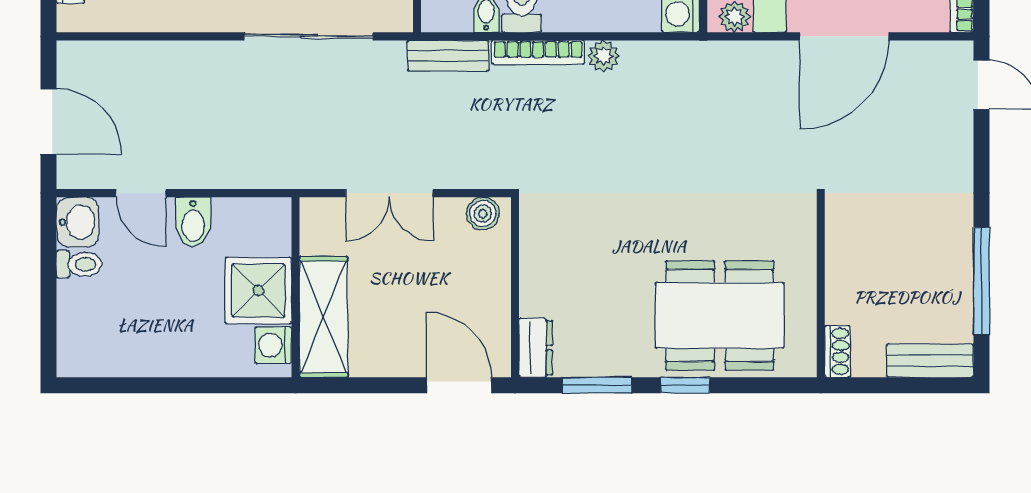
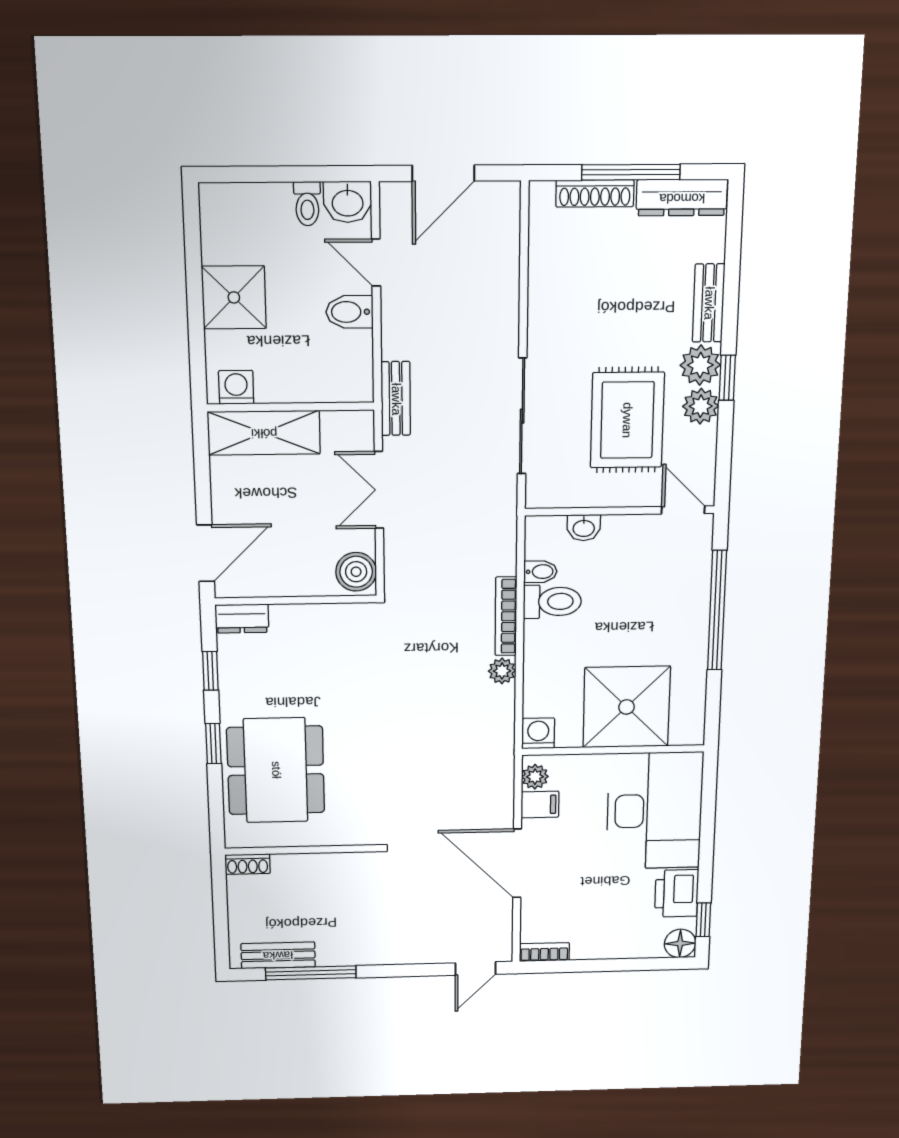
bench: (448, 56) -> (396, 399), moved
door: (141, 193) -> (376, 262), hinge flipped
boiler: (483, 214) -> (356, 572), width x1.36, depth x1.36
shower: (258, 290) -> (234, 297), moved
bench: (930, 361) -> (278, 955), moved, turned 90
window: (597, 385) -> (210, 671), width x0.67

